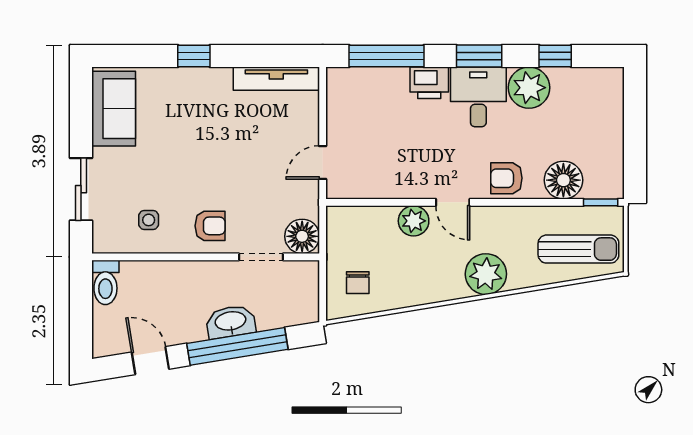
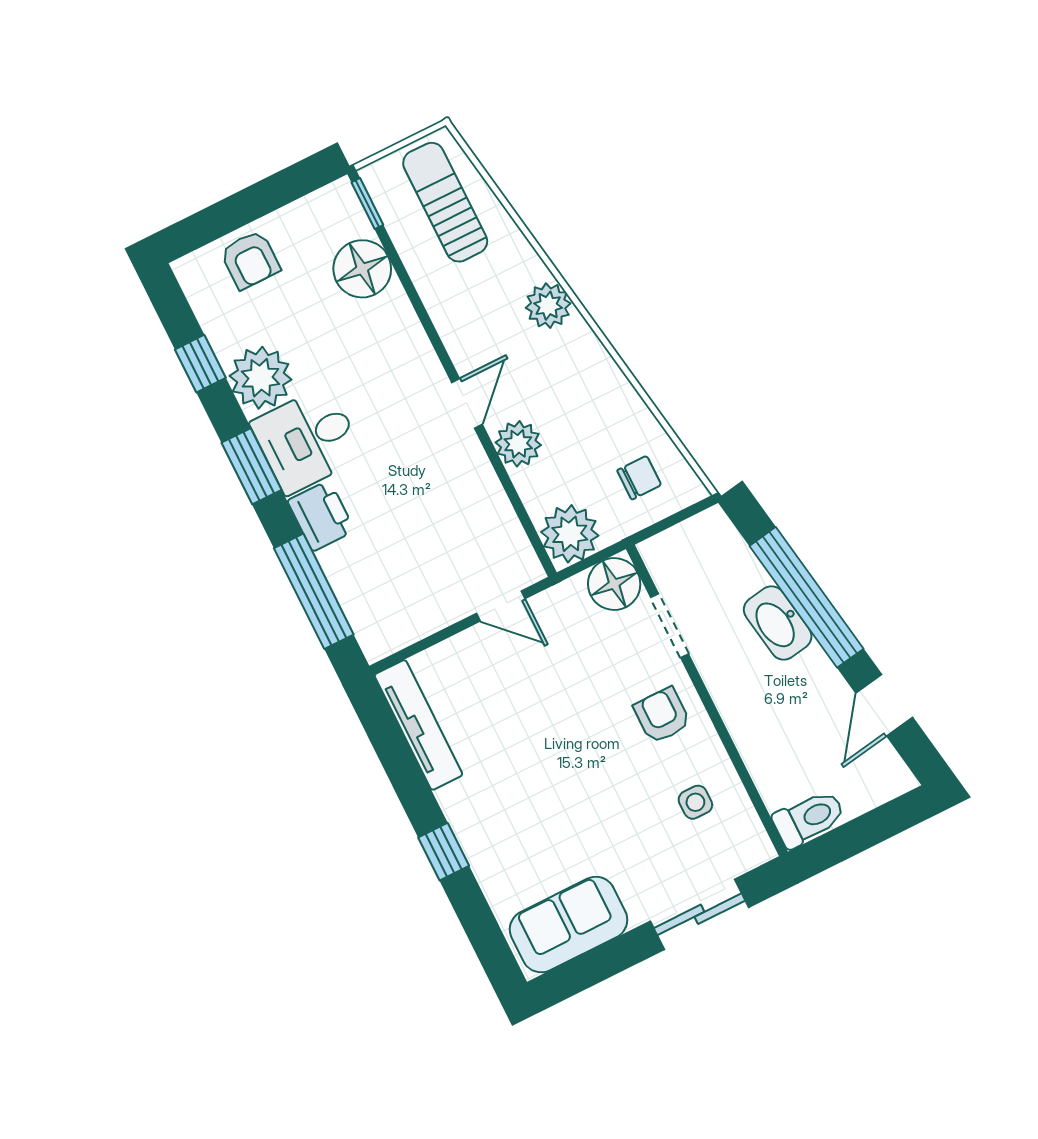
armchair: (506, 178) -> (250, 260), moved
plant: (345, 225) -> (570, 534), added
plant: (486, 274) -> (548, 306), width x0.73, depth x0.73

